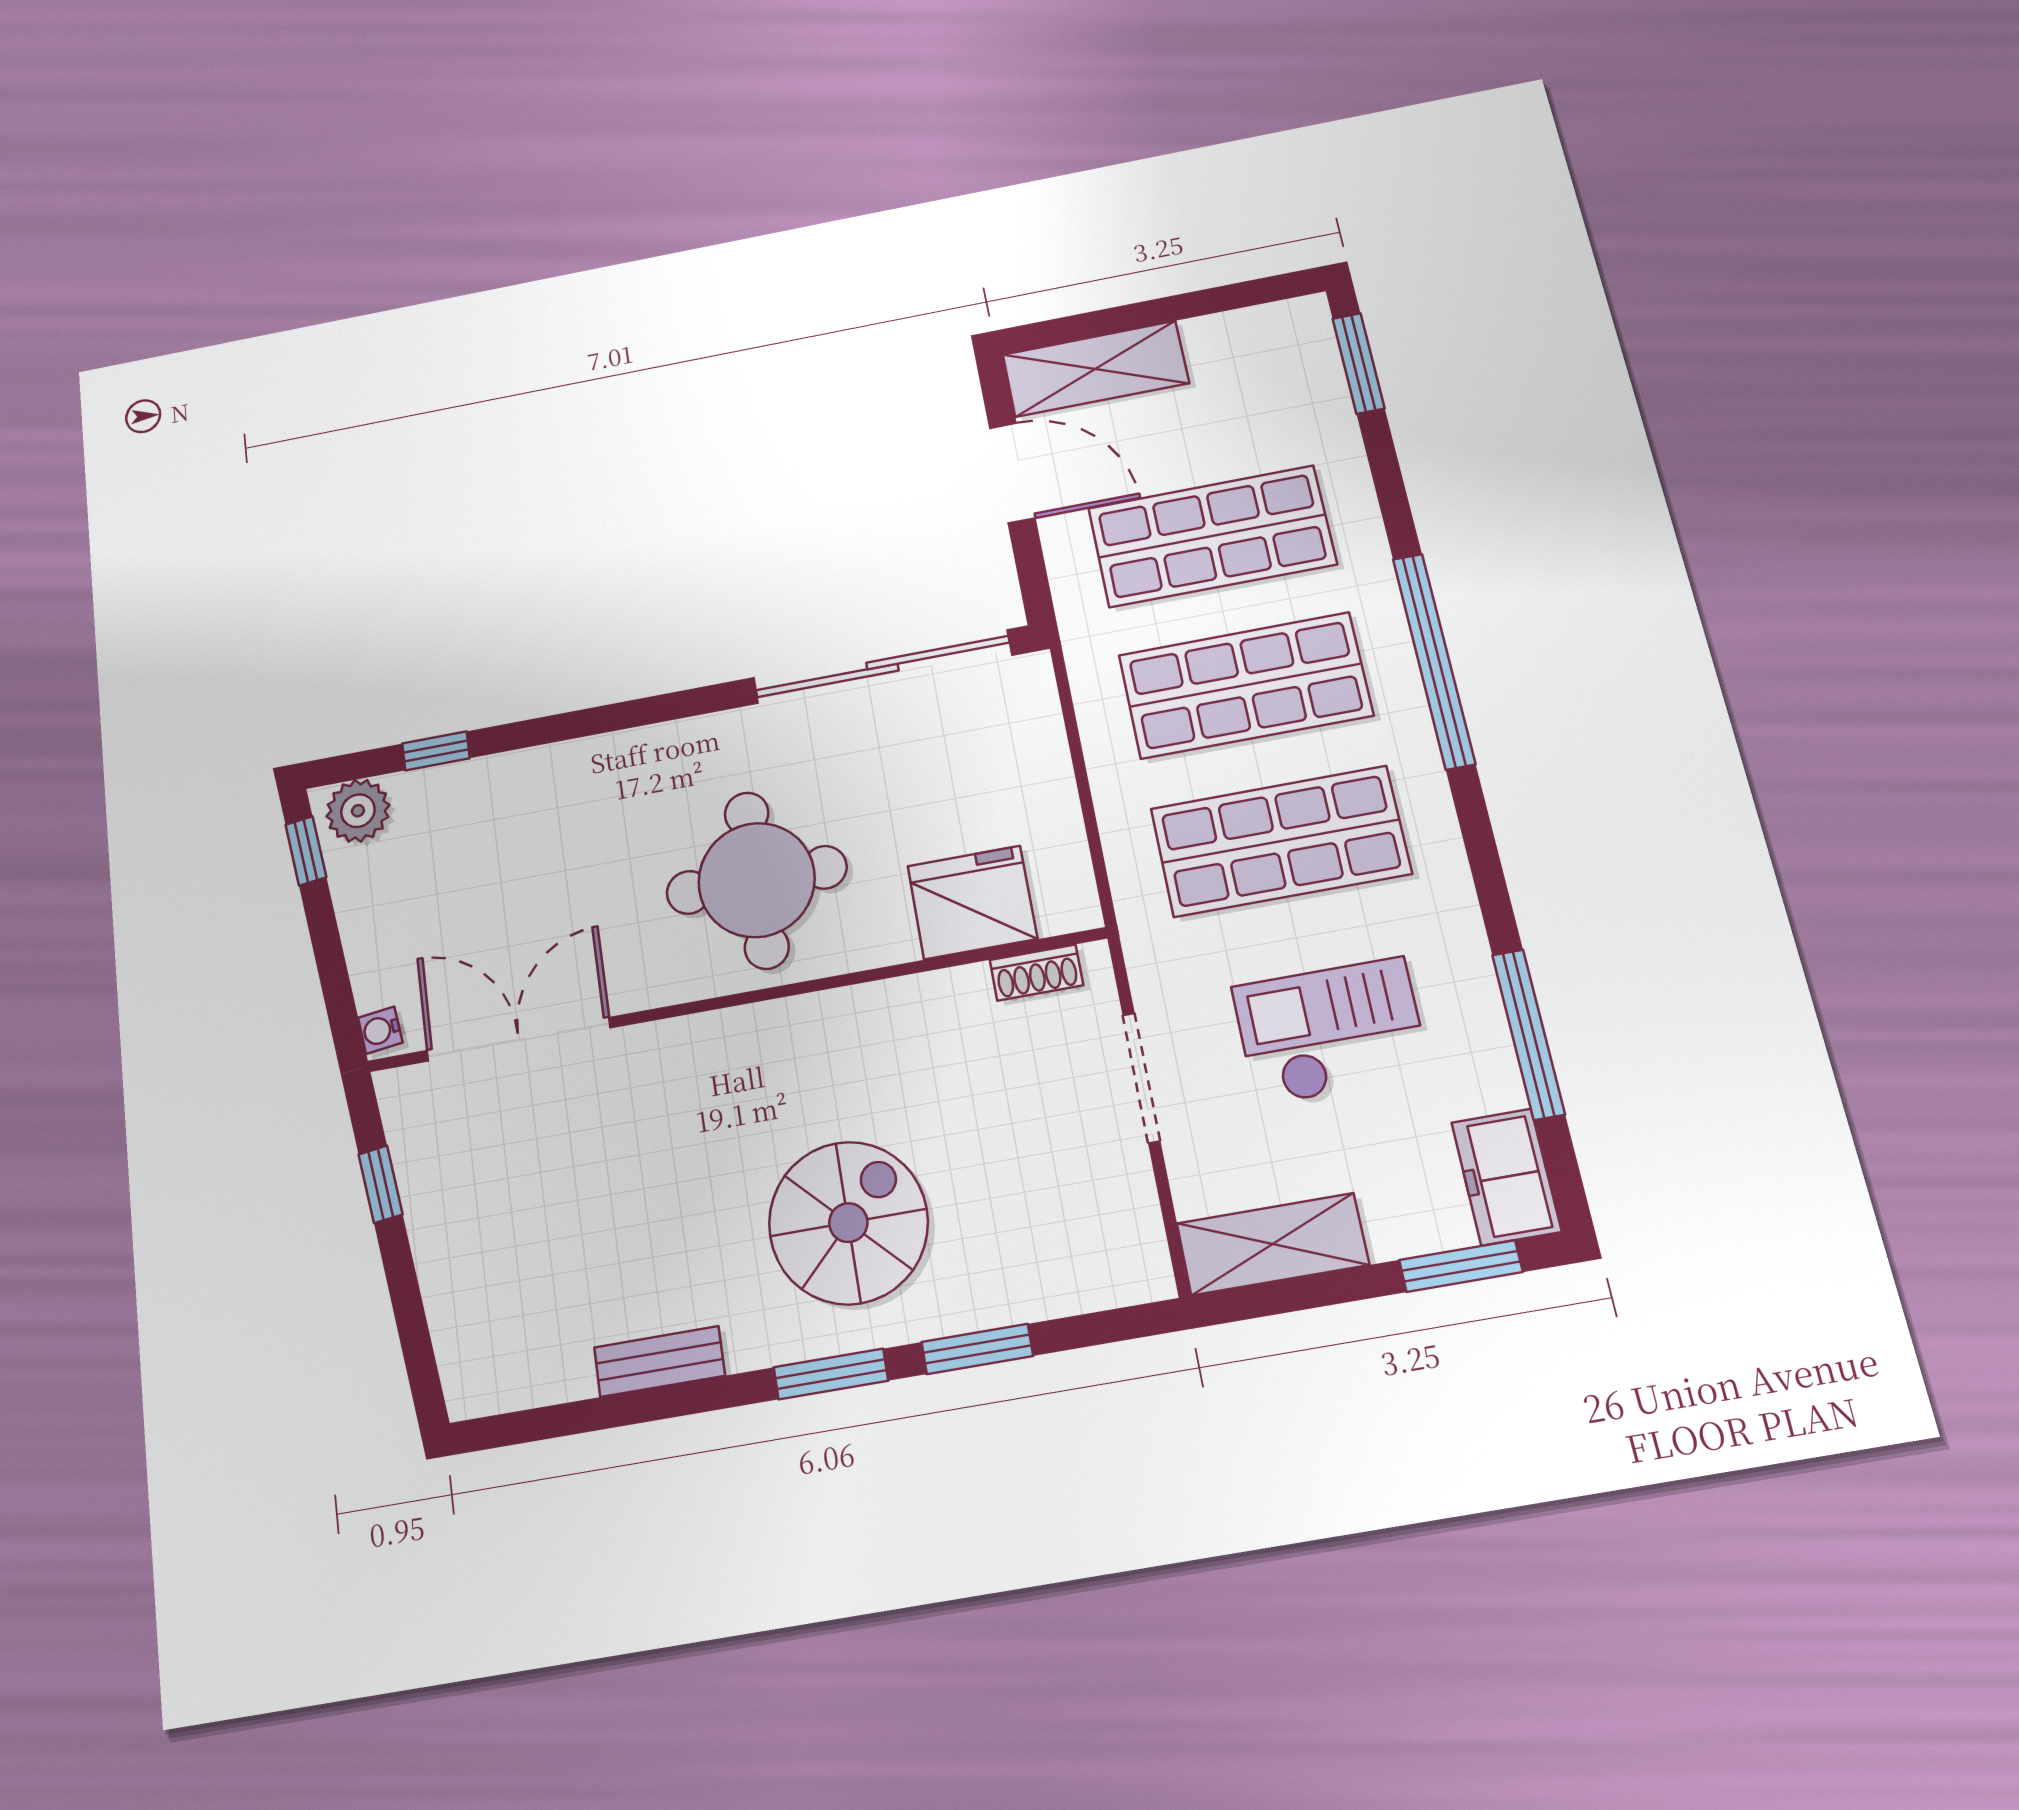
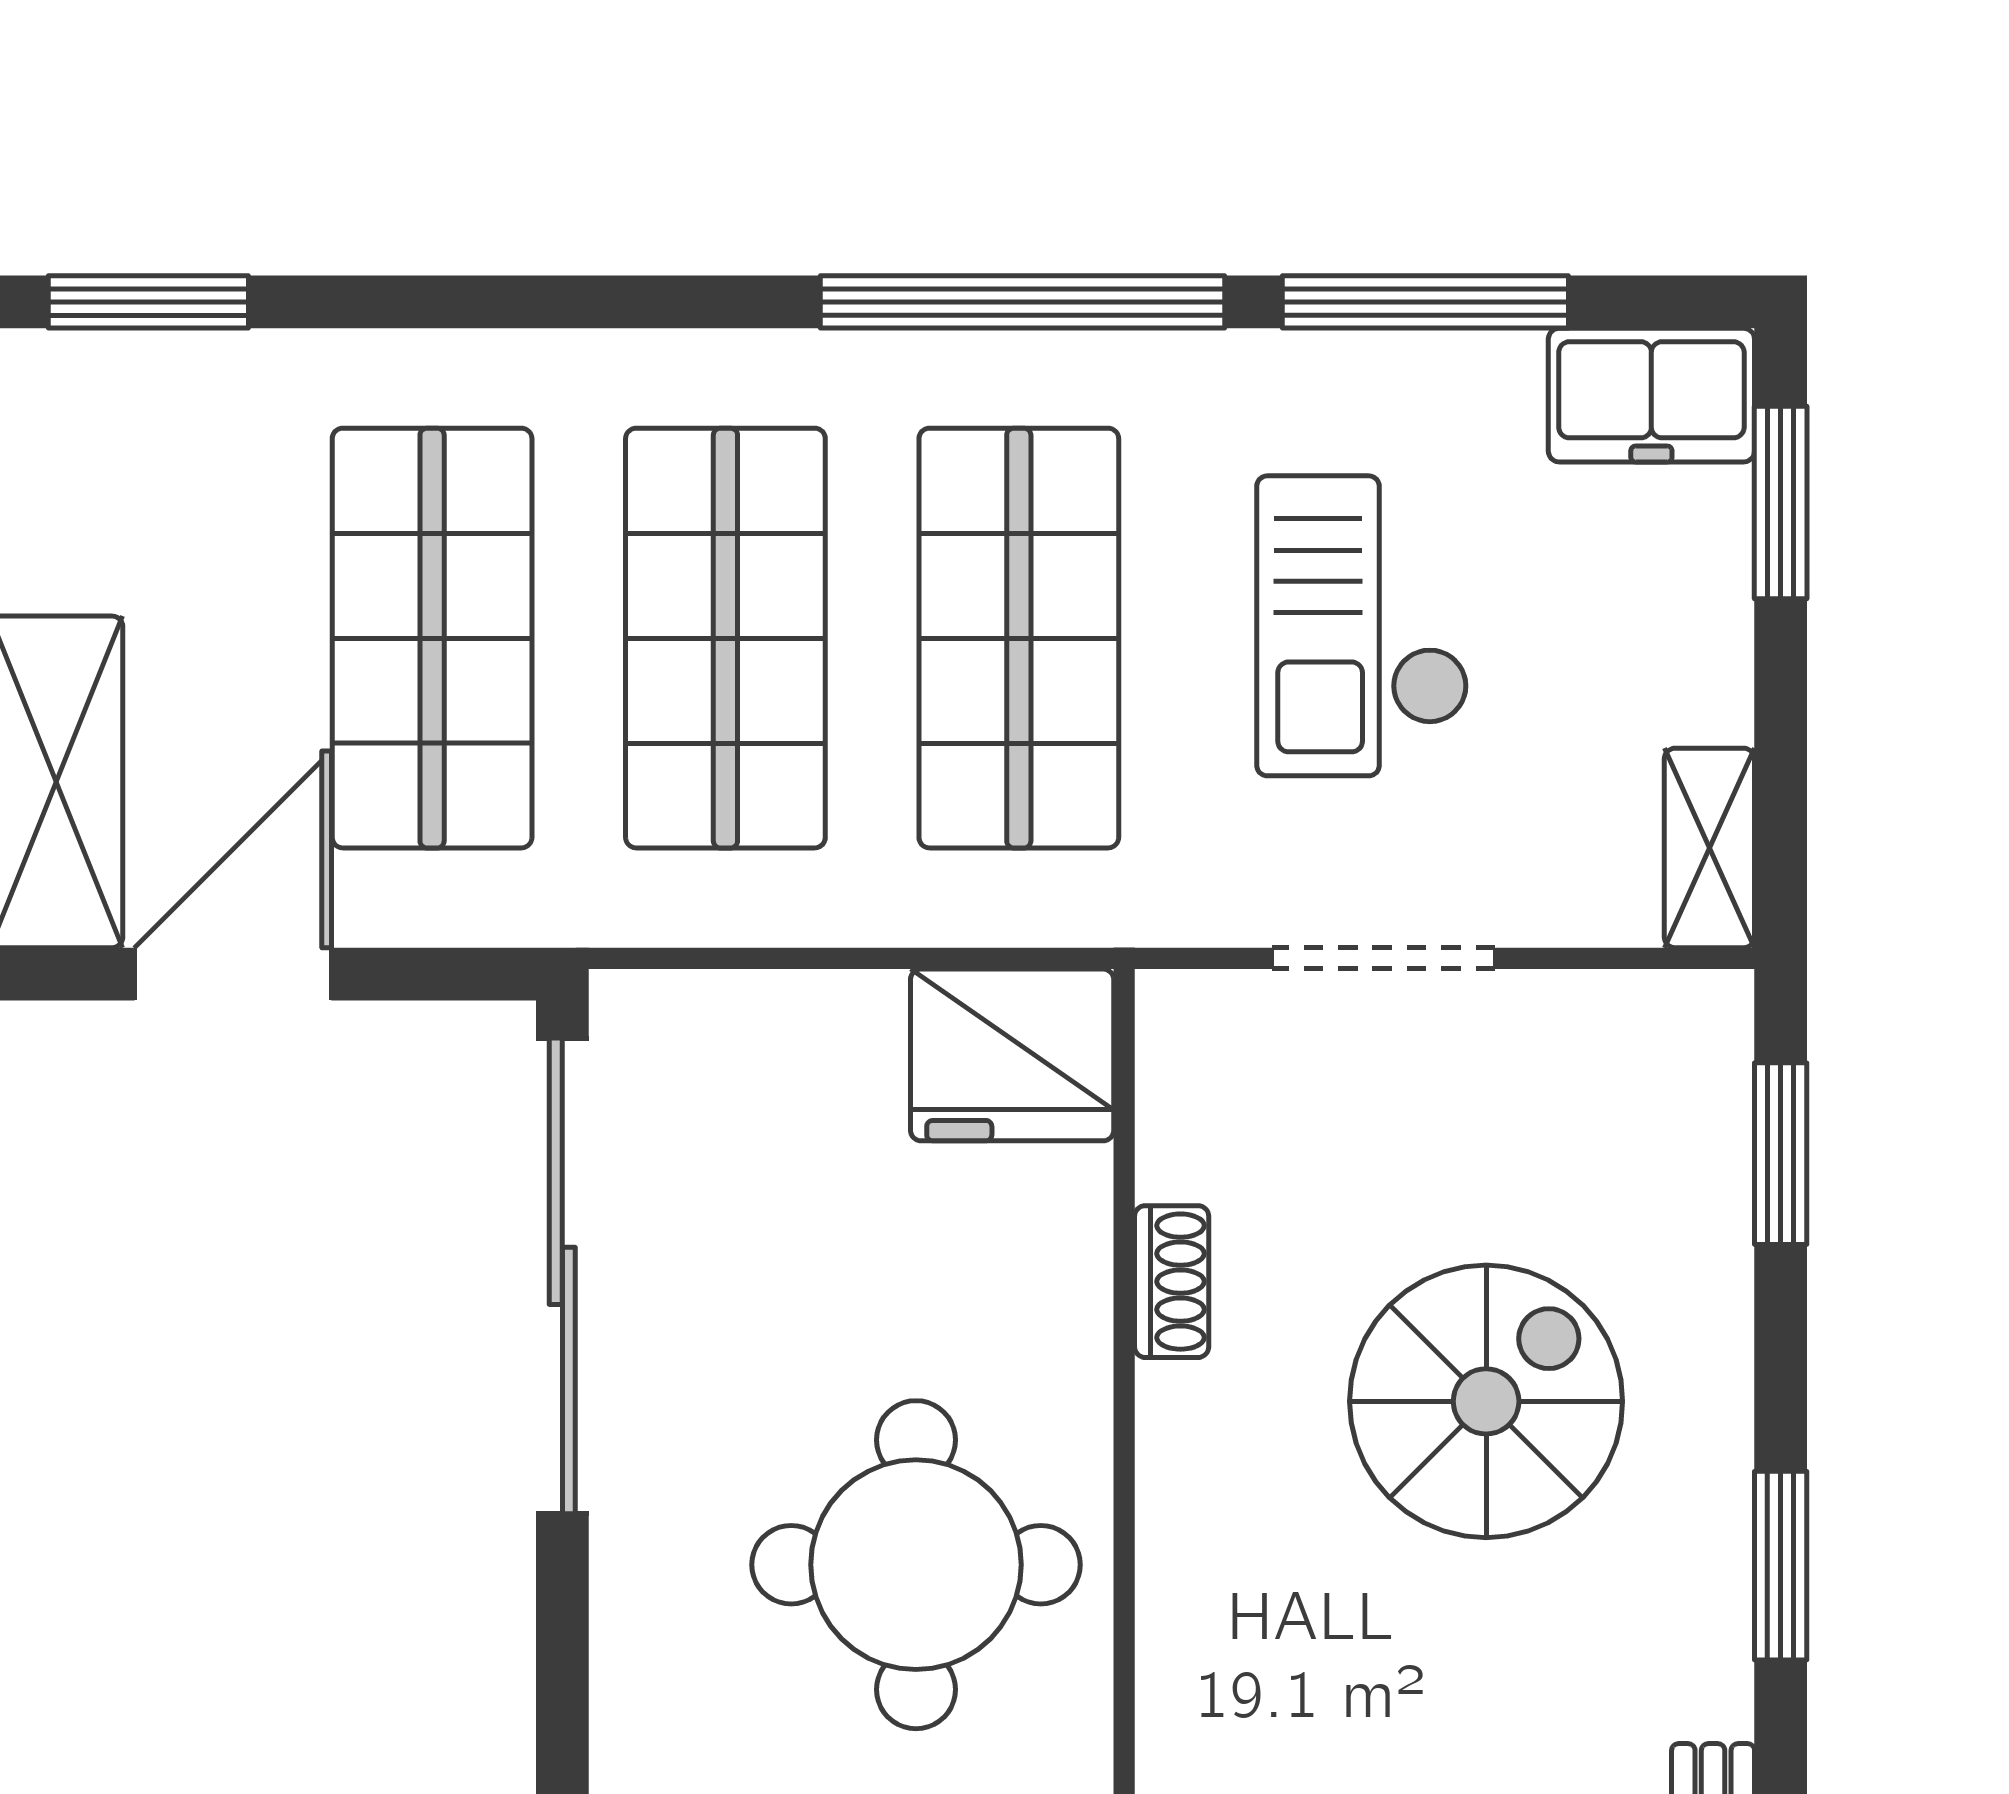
window: (1434, 660) -> (1022, 302), moved
fridge: (972, 902) -> (1012, 1055), moved, turned -90
shoe rack: (1036, 973) -> (1172, 1282), moved
spiral stairs: (848, 1223) -> (1486, 1401), moved, turned 90
shelving: (1273, 1244) -> (1709, 848), width x0.67, depth x0.75
window: (977, 1349) -> (1781, 1154), moved

